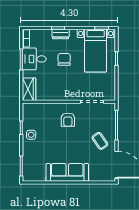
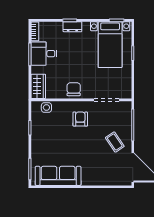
chair: (64, 59) -> (74, 89), moved
armchair: (68, 120) -> (80, 119), turned 180
side table: (31, 135) -> (46, 107), moved
sofa: (67, 172) -> (58, 176), moved

